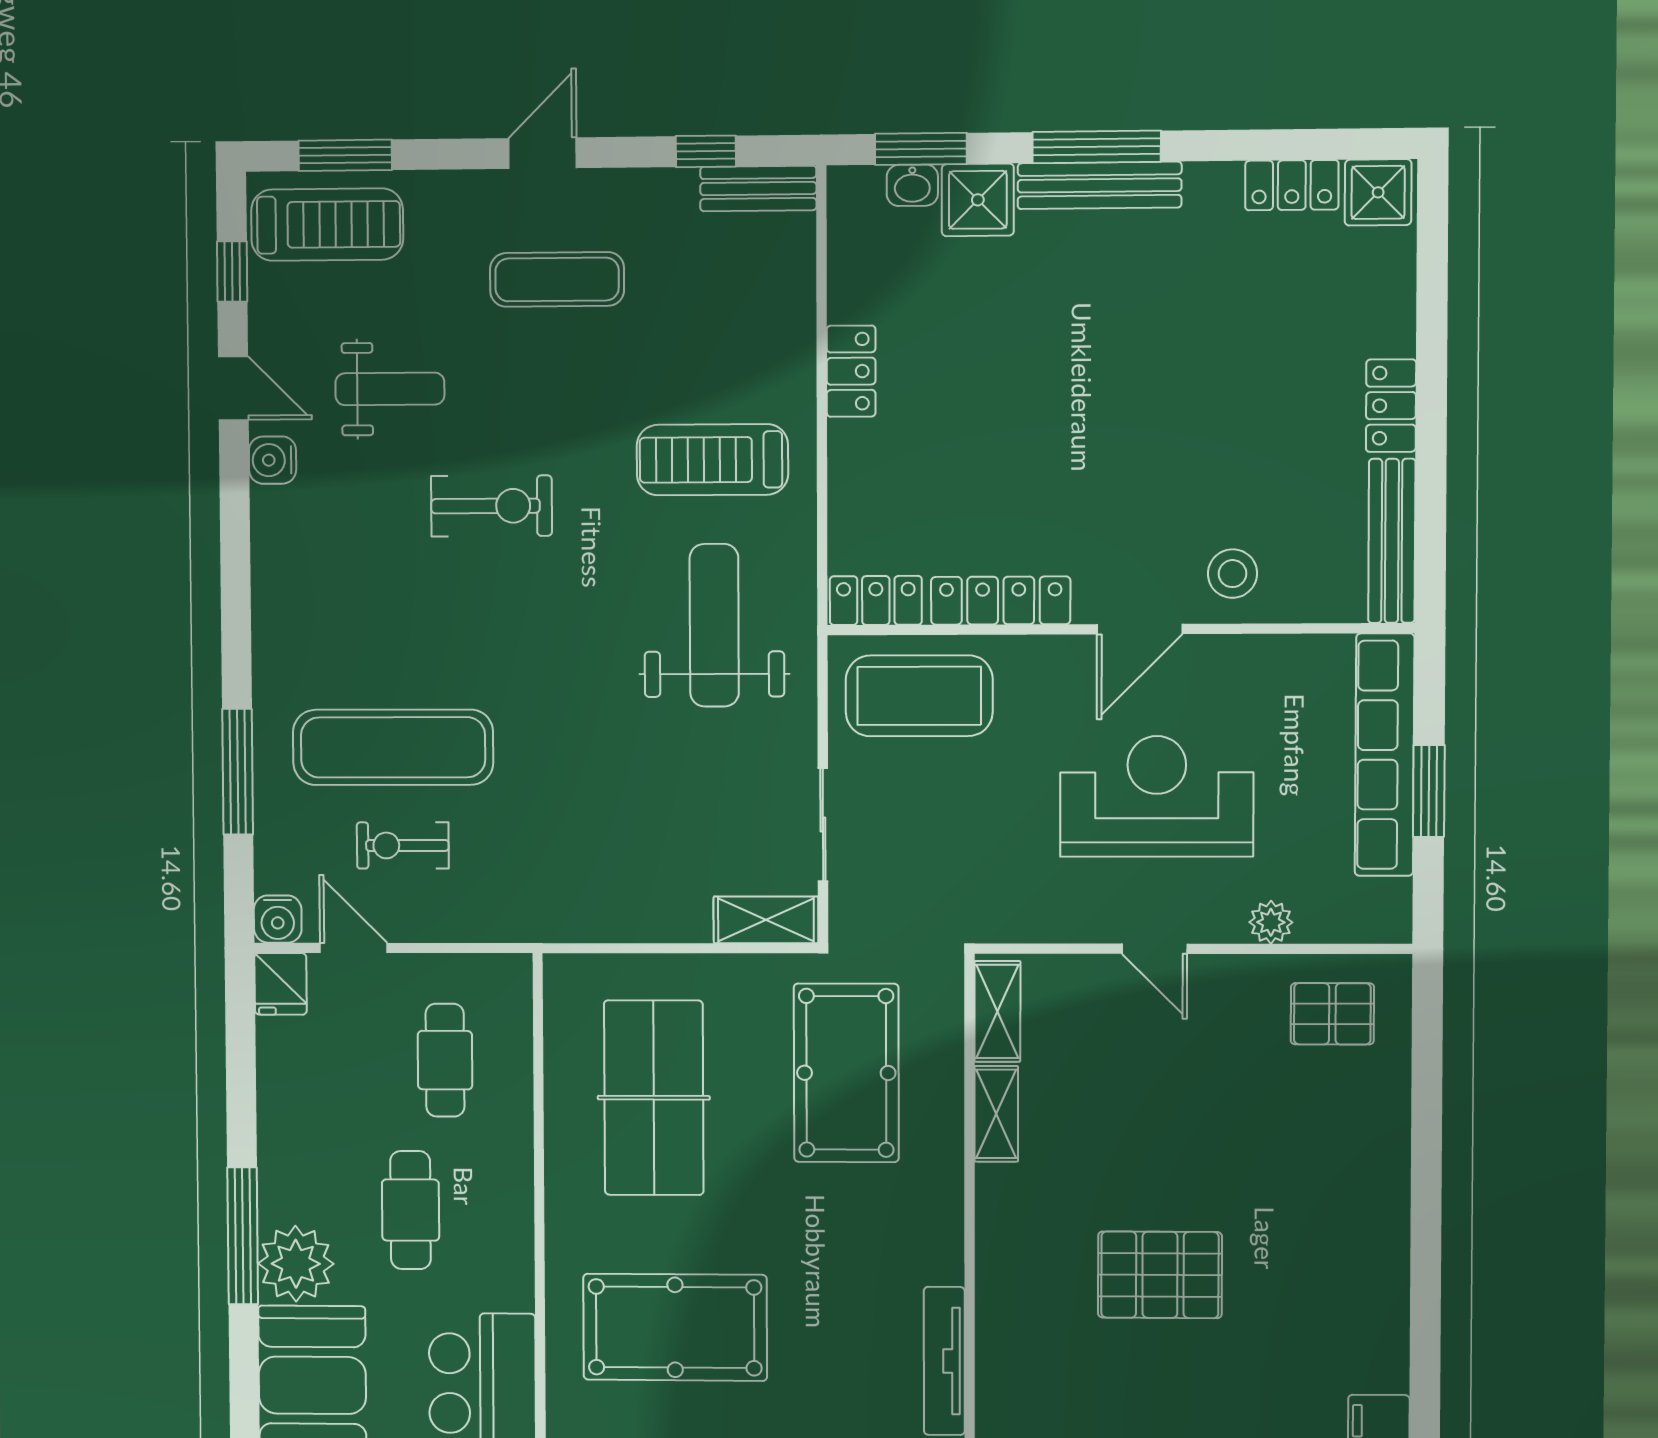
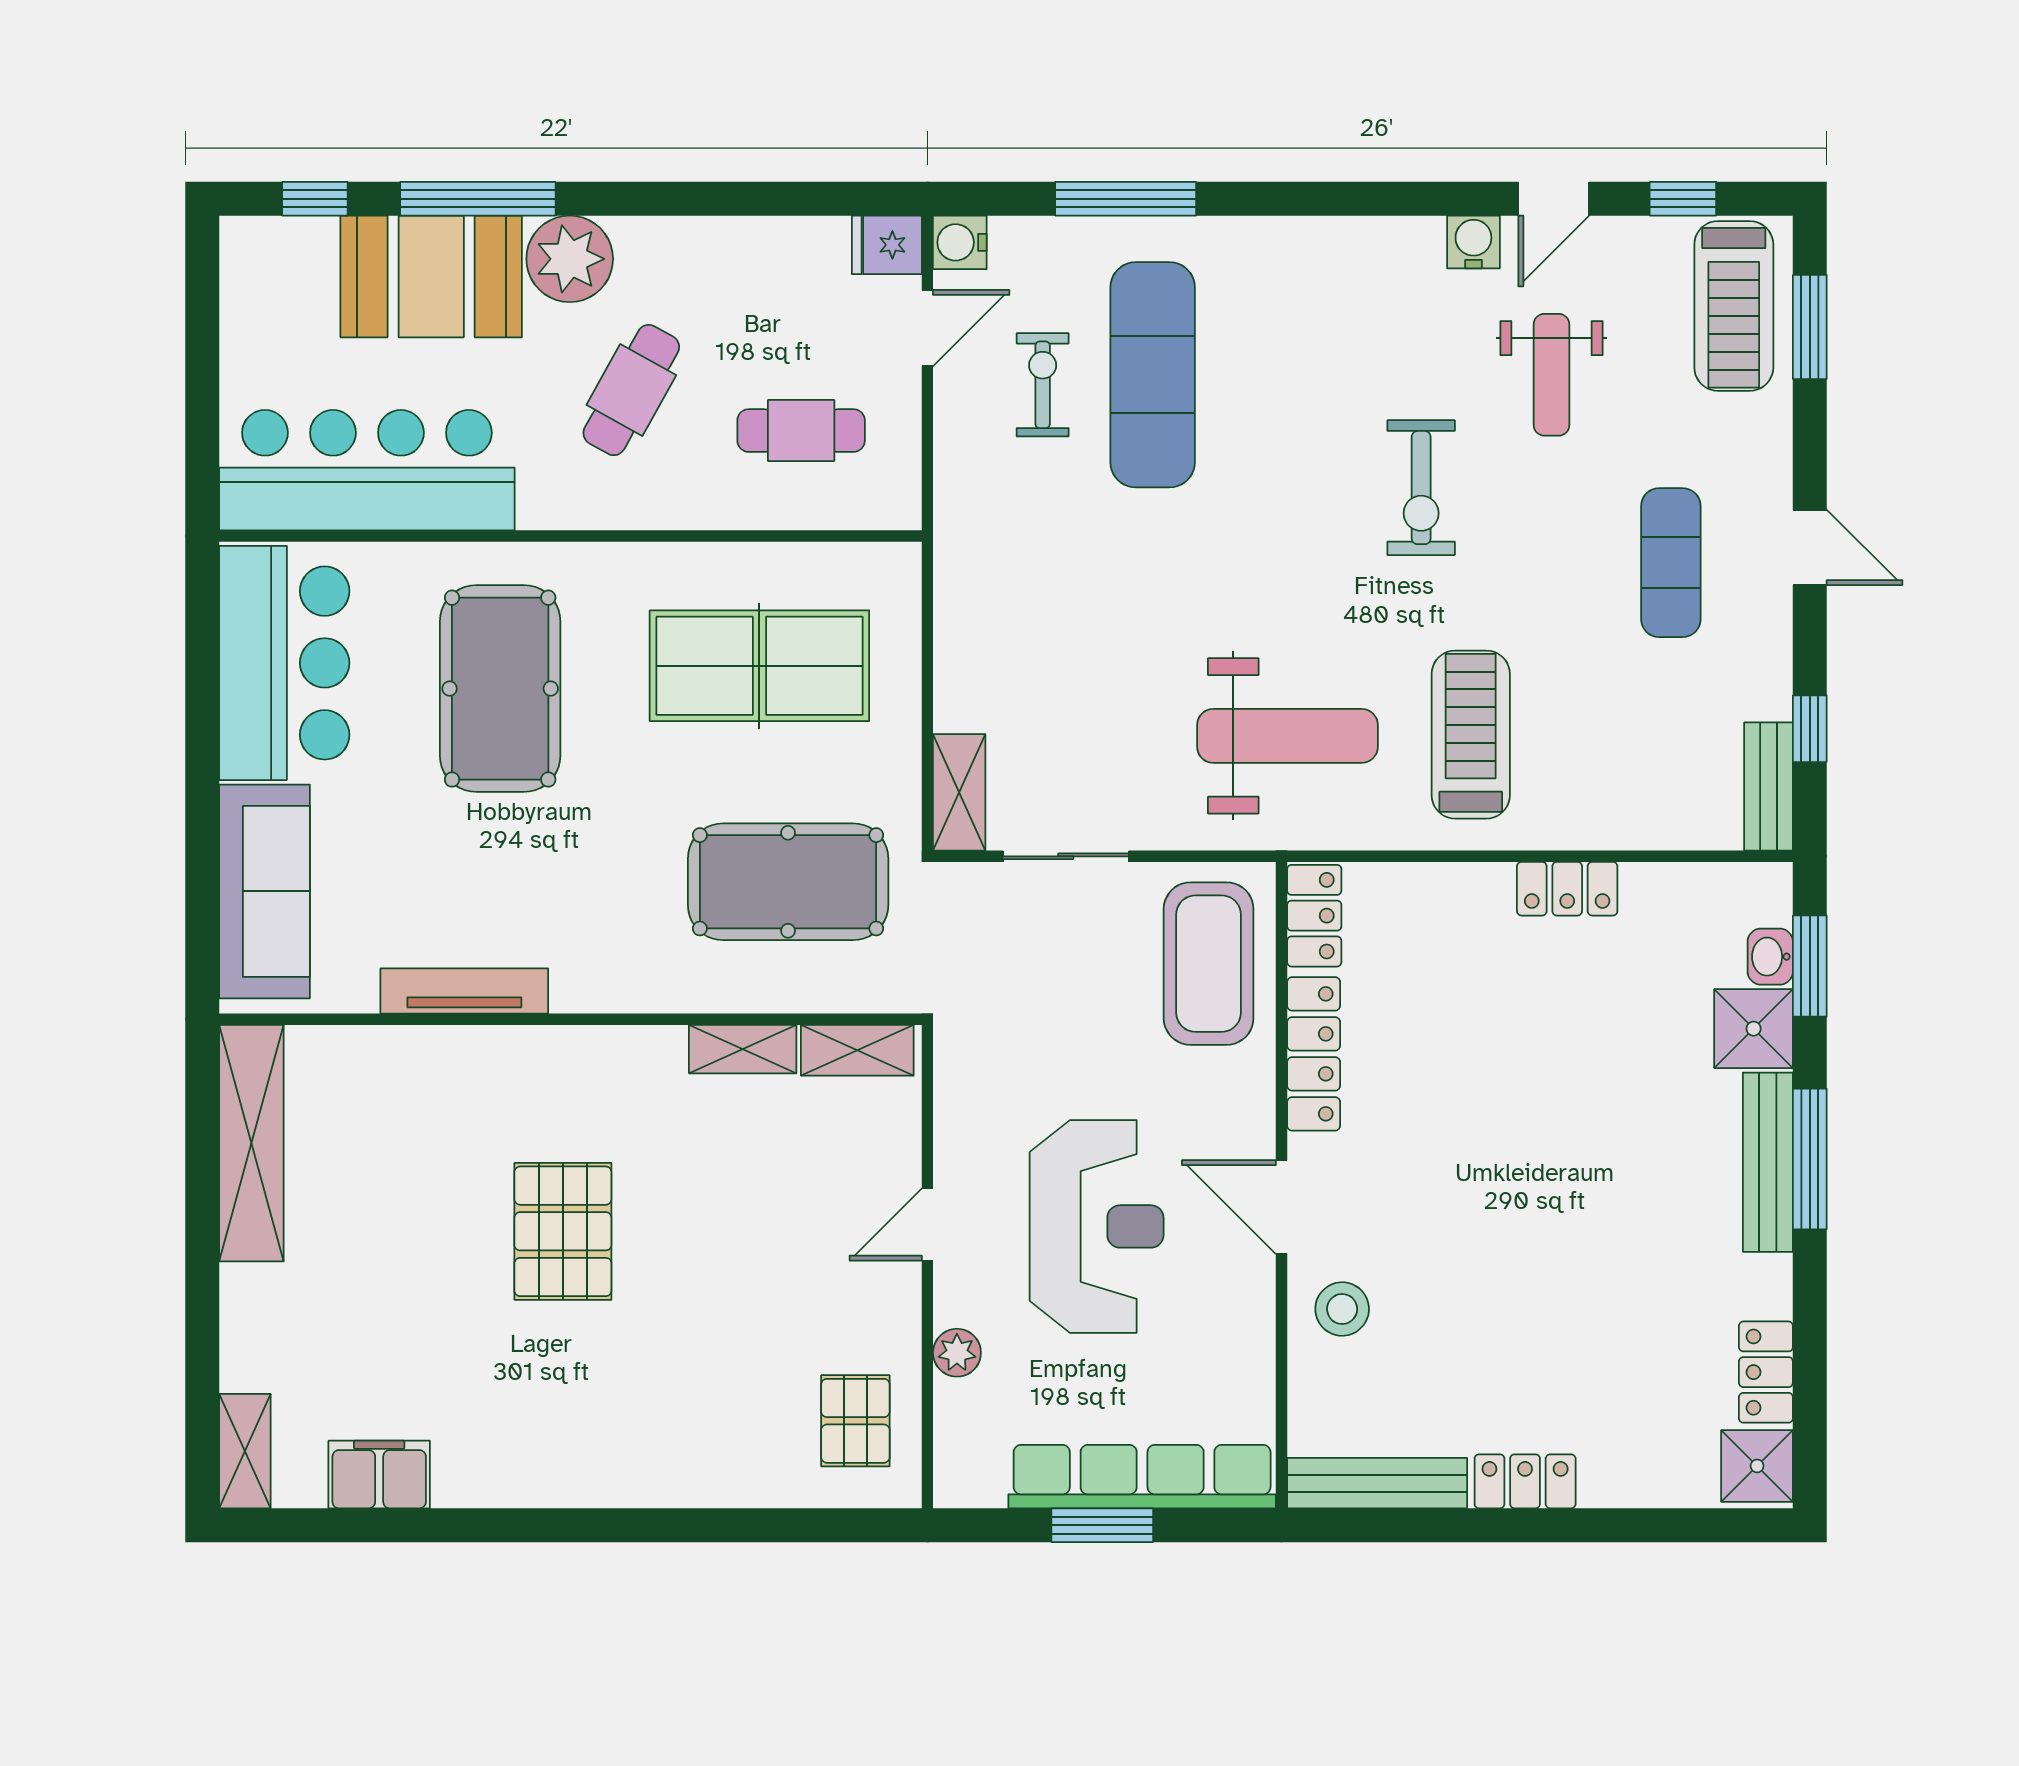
cafe table: (411, 1210) -> (631, 390), turned -61
window: (243, 1236) -> (478, 199), moved

